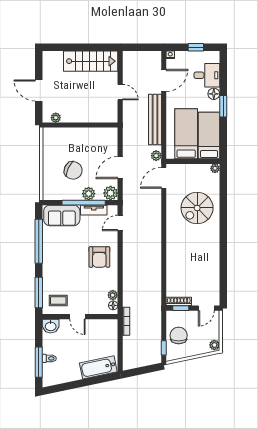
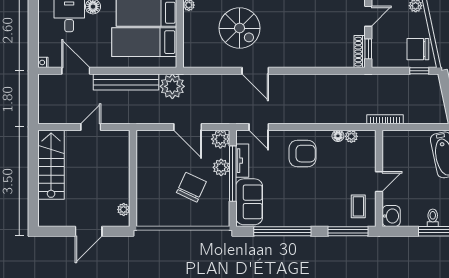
window: (196, 47) -> (33, 30), removed
plant: (156, 156) -> (172, 86), width x1.88, depth x1.88
door: (164, 178) -> (255, 71), moved
floor lamp: (113, 305) -> (338, 136), moved
door: (206, 308) -> (368, 16), hinge flipped
chair: (179, 335) -> (418, 49), moved

